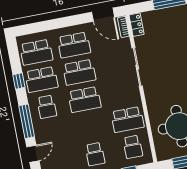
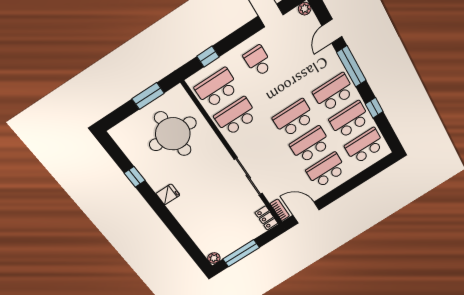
school desk: (47, 107) -> (334, 92), width x1.85
school desk: (133, 147) -> (217, 88), width x1.85

